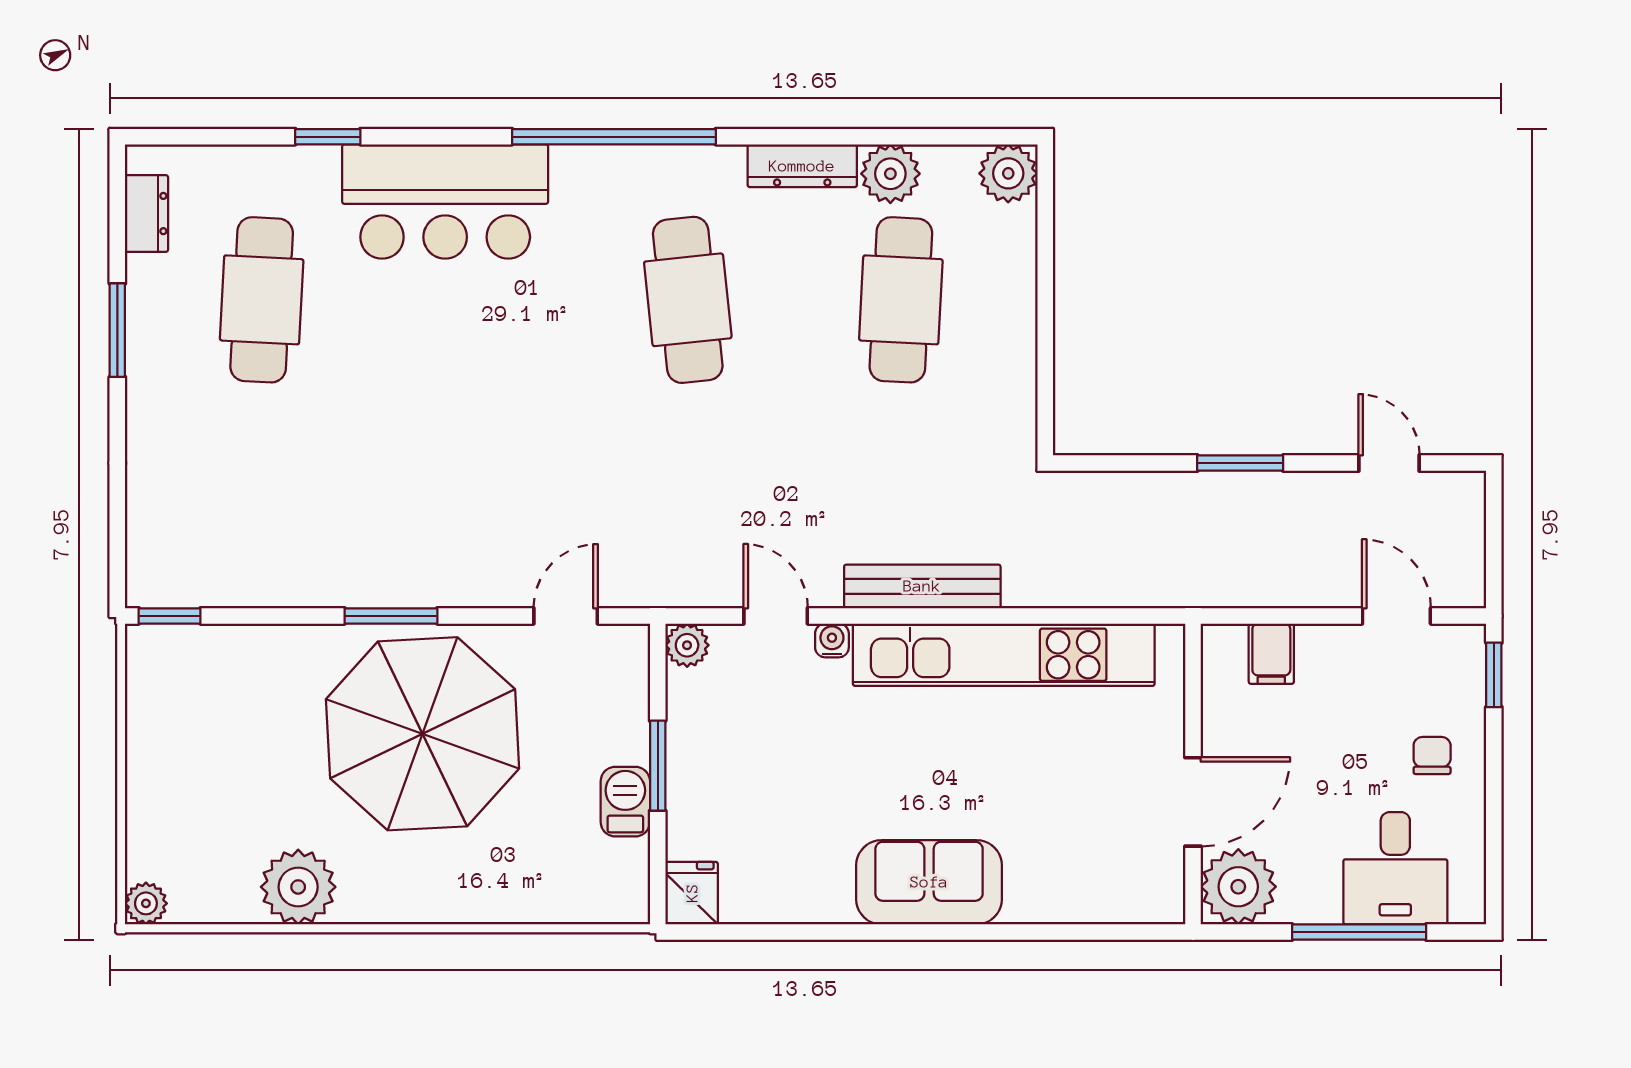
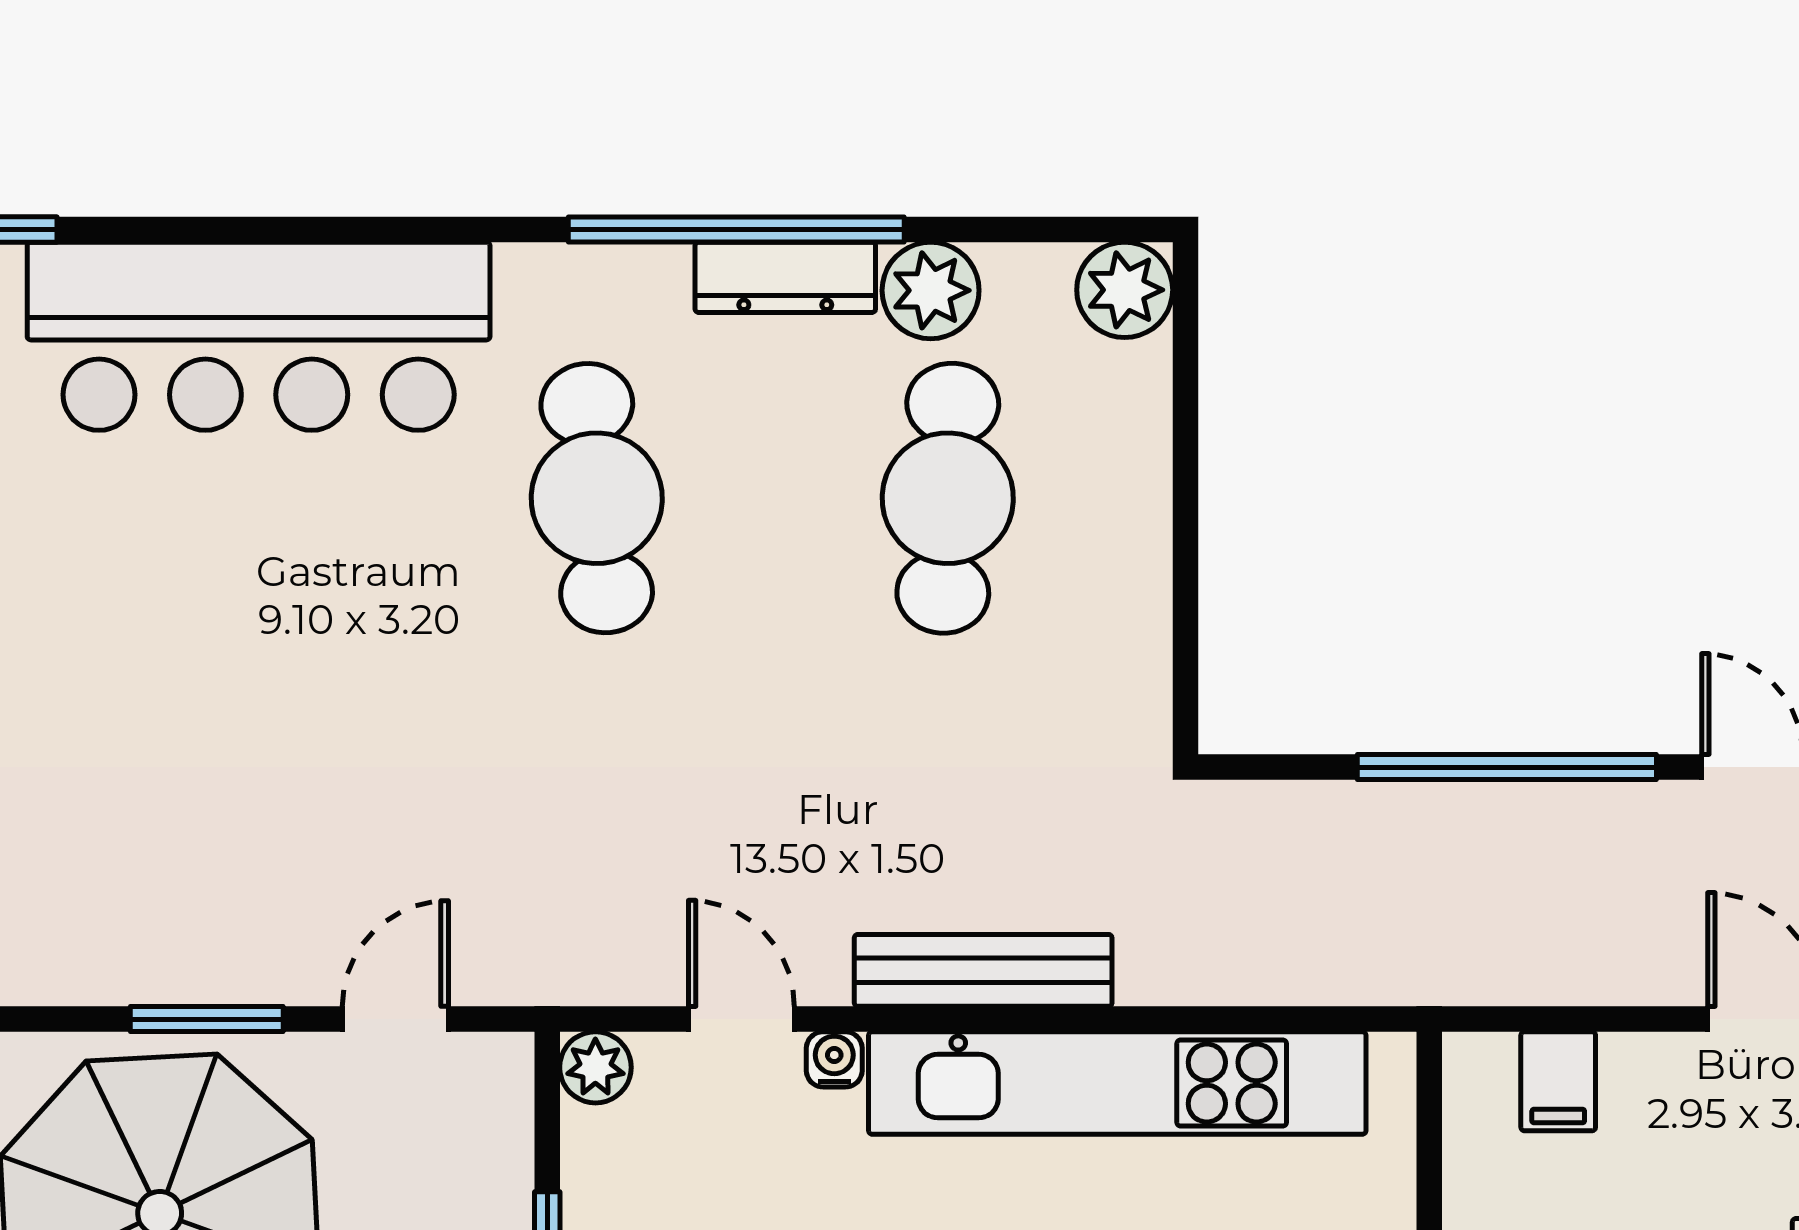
window: (614, 137) -> (736, 229), moved
bar counter: (445, 202) -> (259, 336), width x1.36
window: (1240, 463) -> (1507, 767), width x2.11
window: (391, 616) -> (207, 1019), moved

